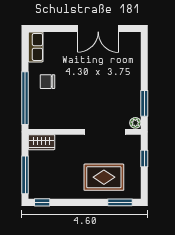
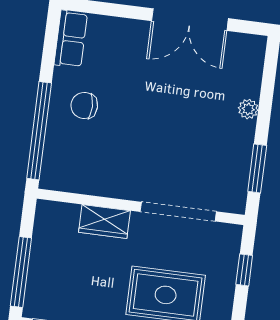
plant: (135, 123) -> (248, 109), moved
wardrobe: (42, 142) -> (104, 221), moved

